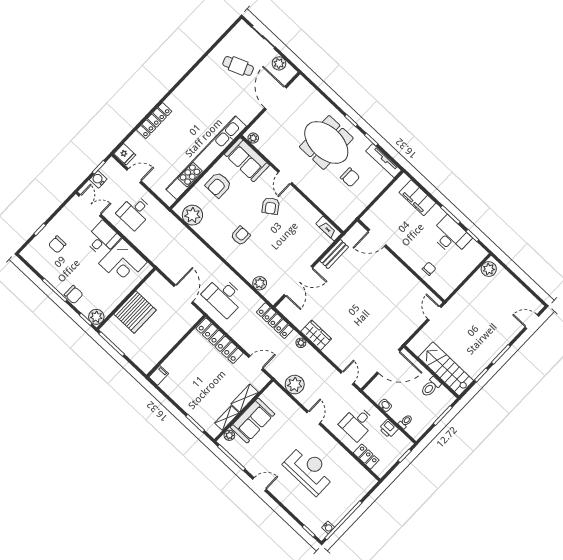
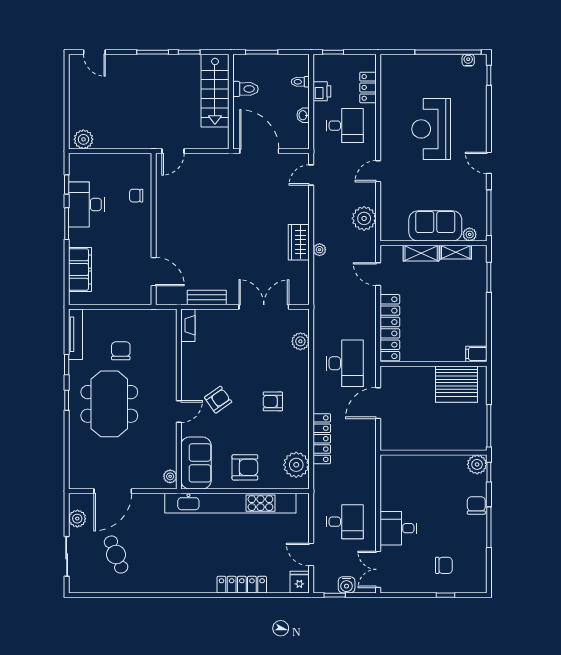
corner desk: (123, 263) -> (403, 488), removed
server rack: (135, 312) -> (457, 384), moved, turned 180
locker: (275, 321) -> (322, 439), moved

